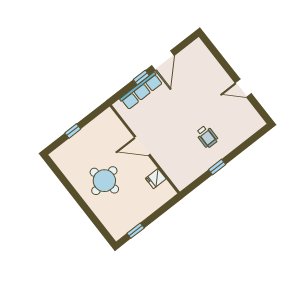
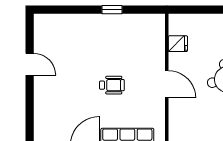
wheelchair: (207, 136) -> (112, 85), moved, turned 90

